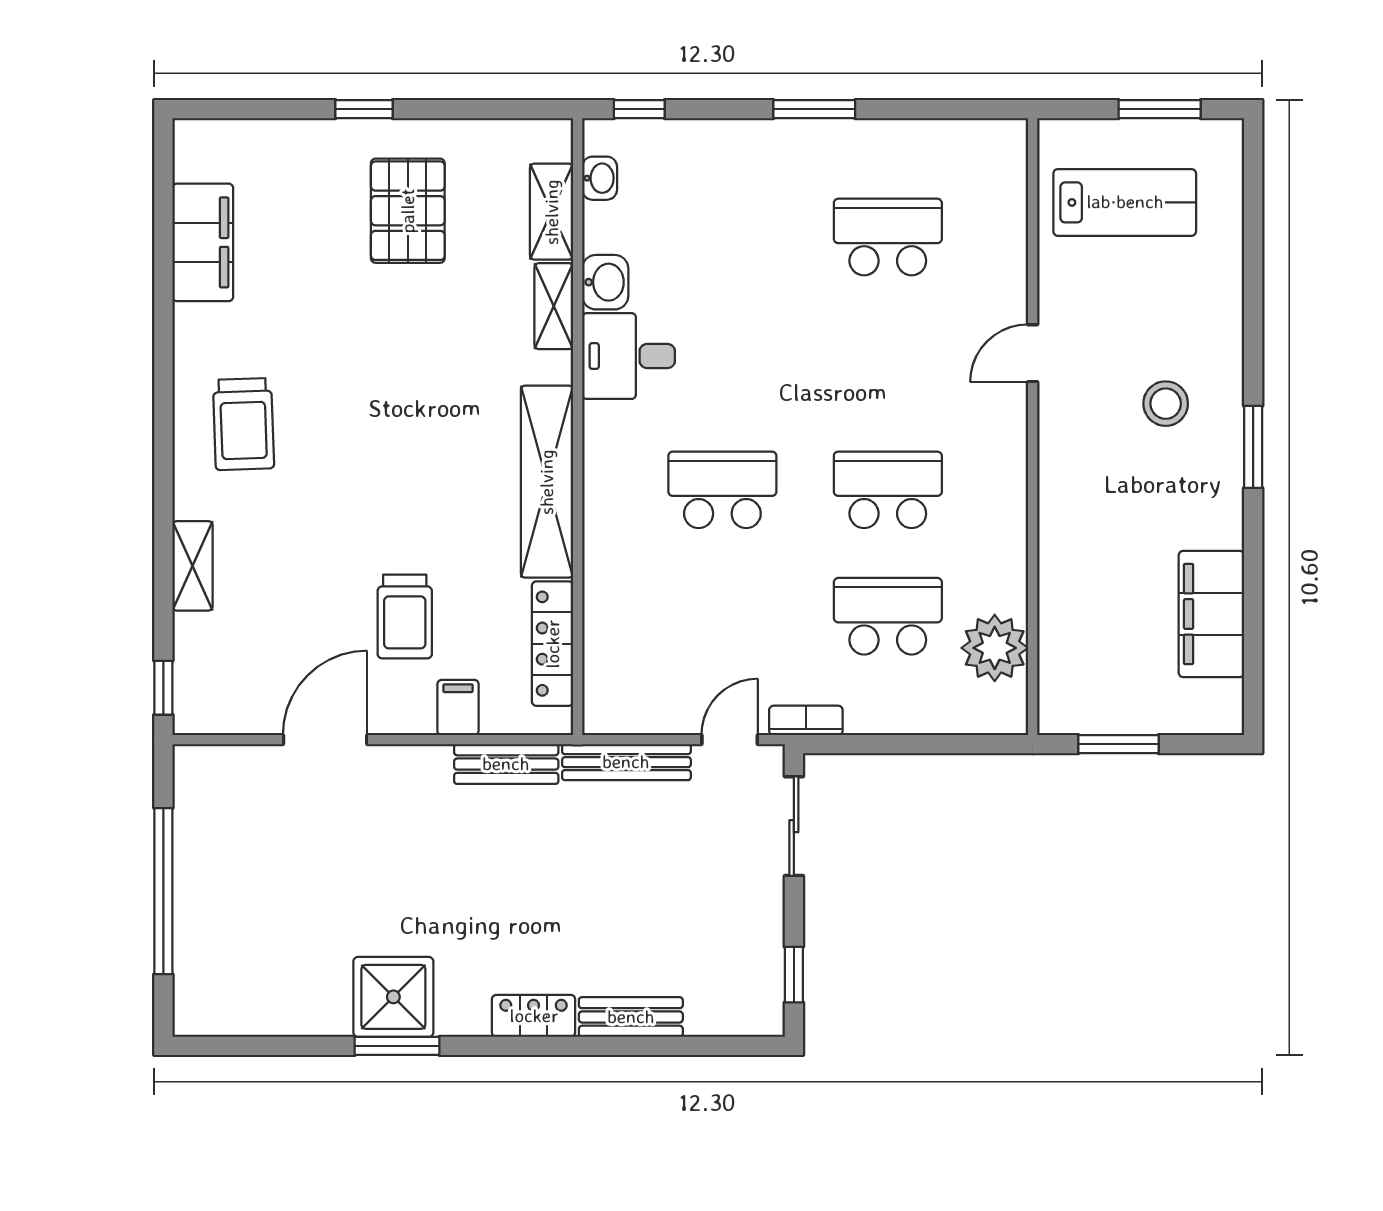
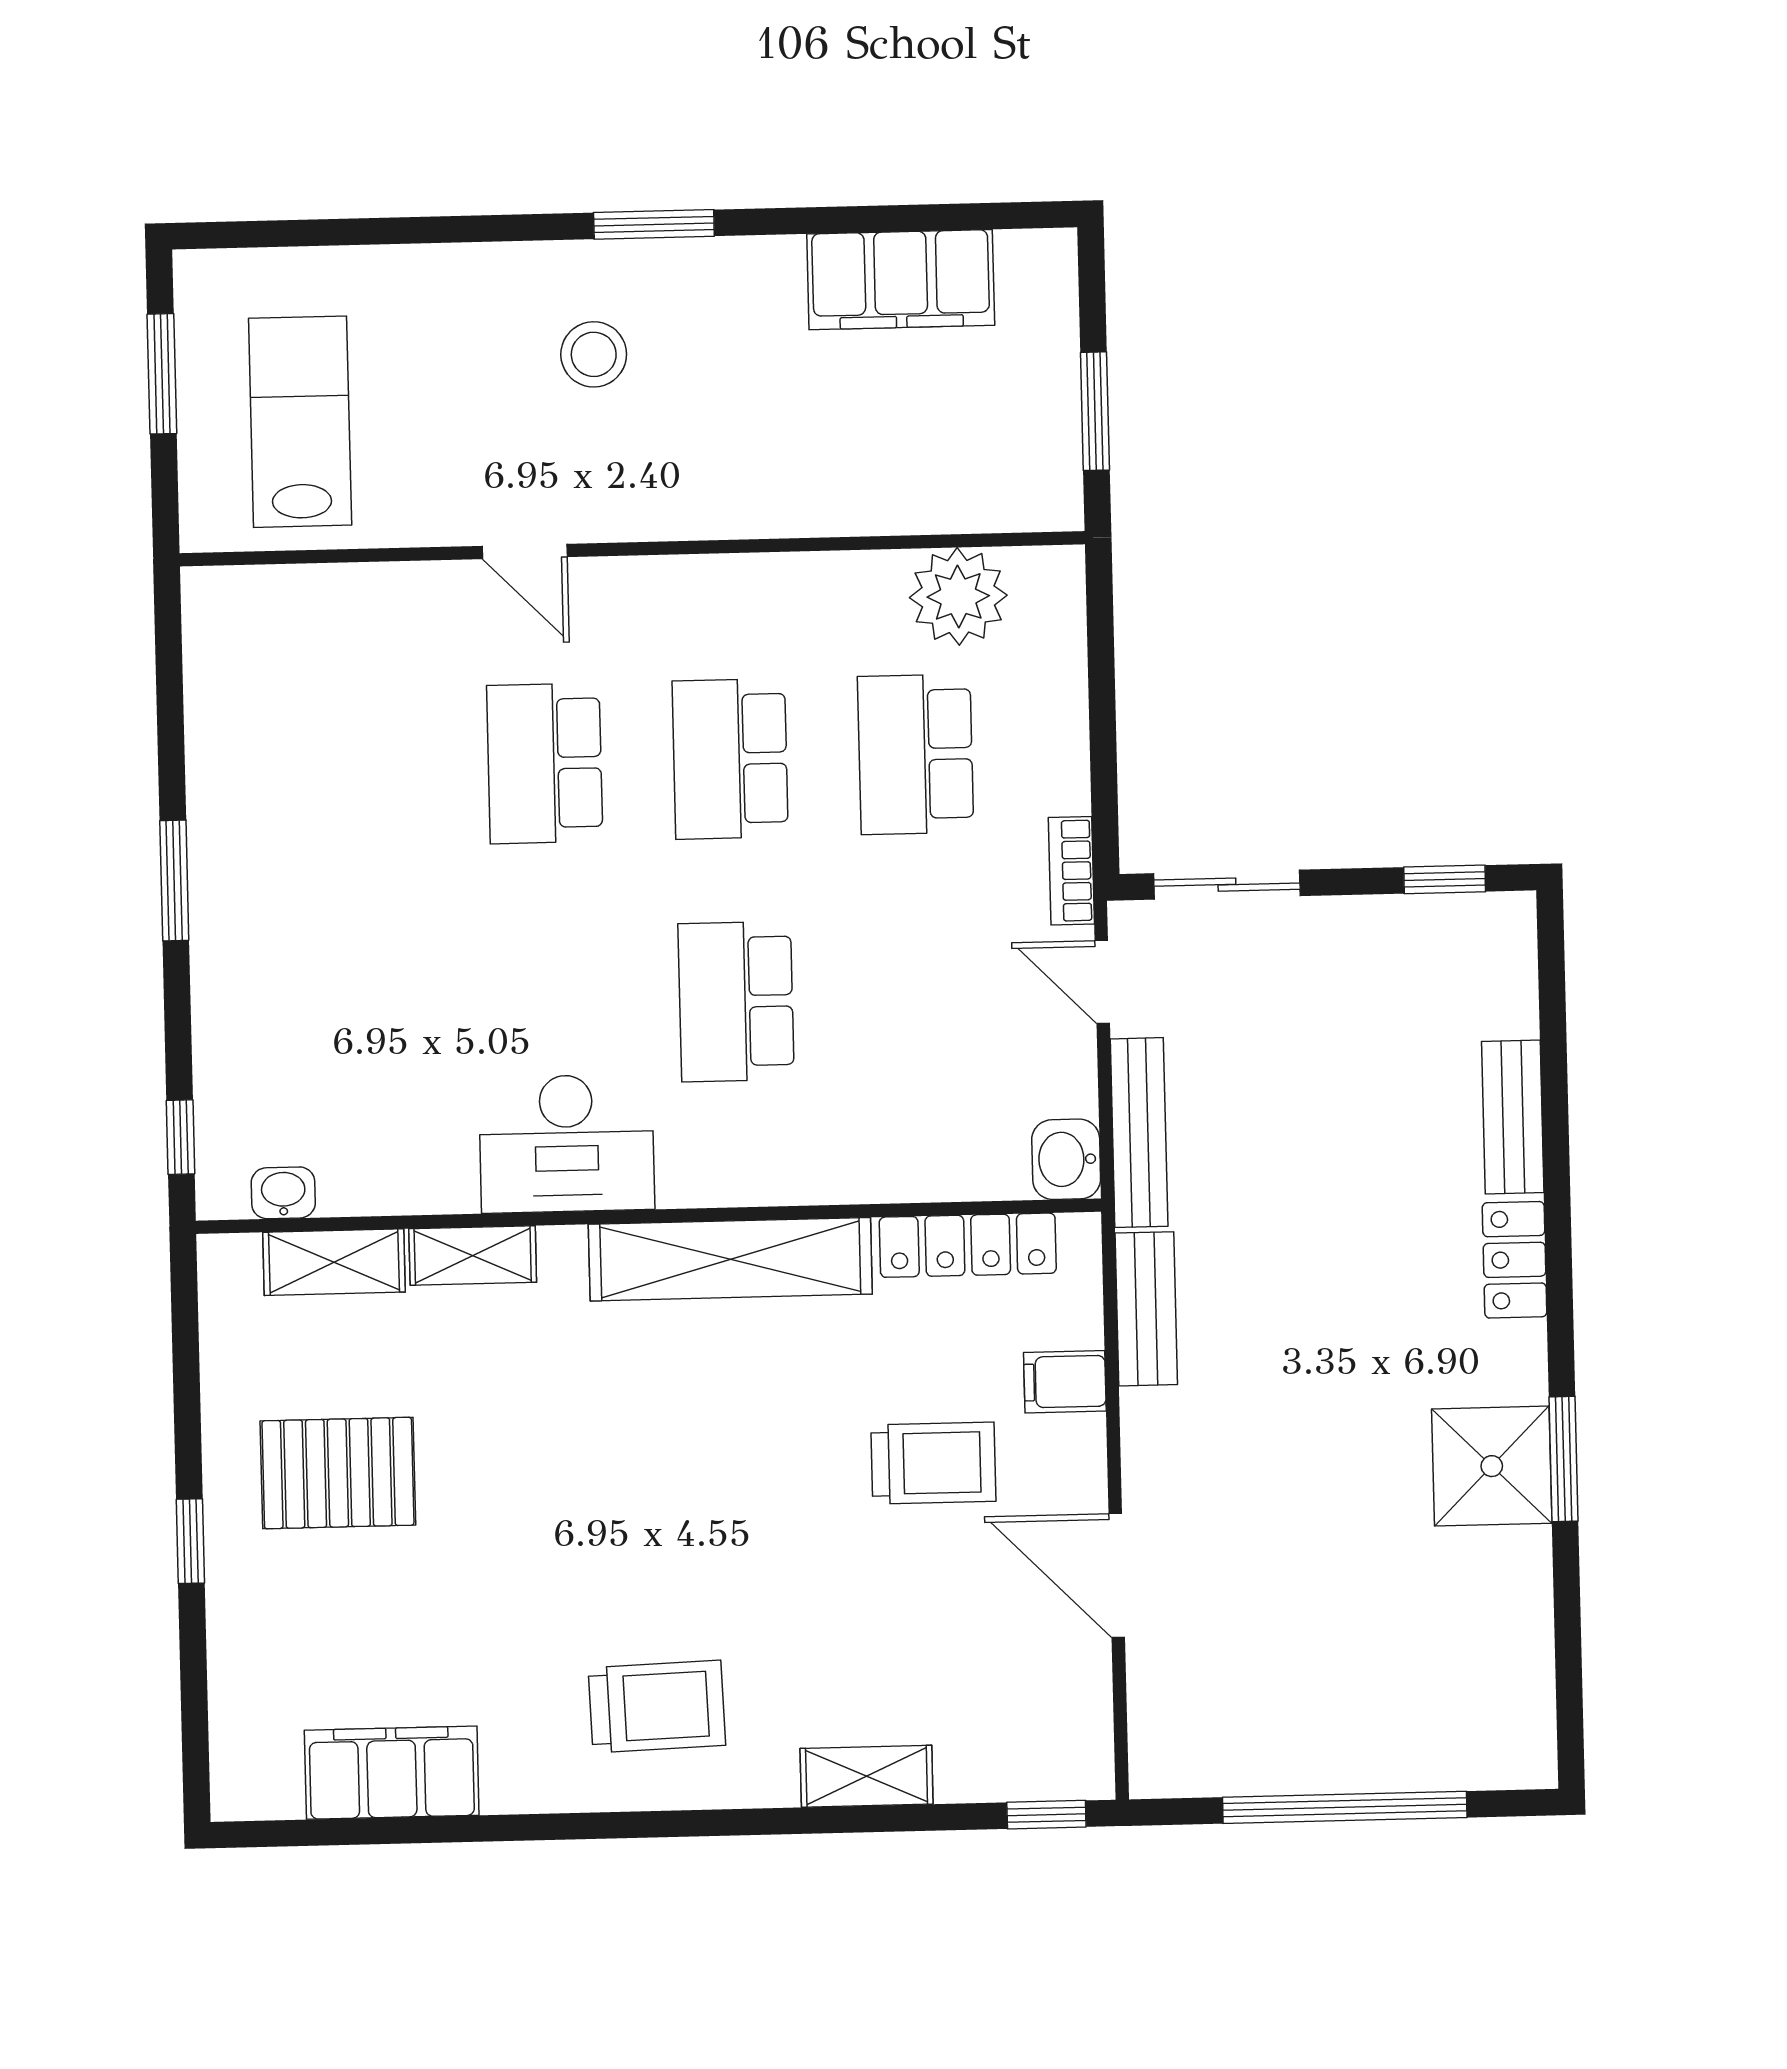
school desk: (888, 237) -> (545, 763), moved
washbasin: (605, 282) -> (1066, 1159), moved, turned -90
desk: (629, 356) -> (567, 1143), width x1.37

